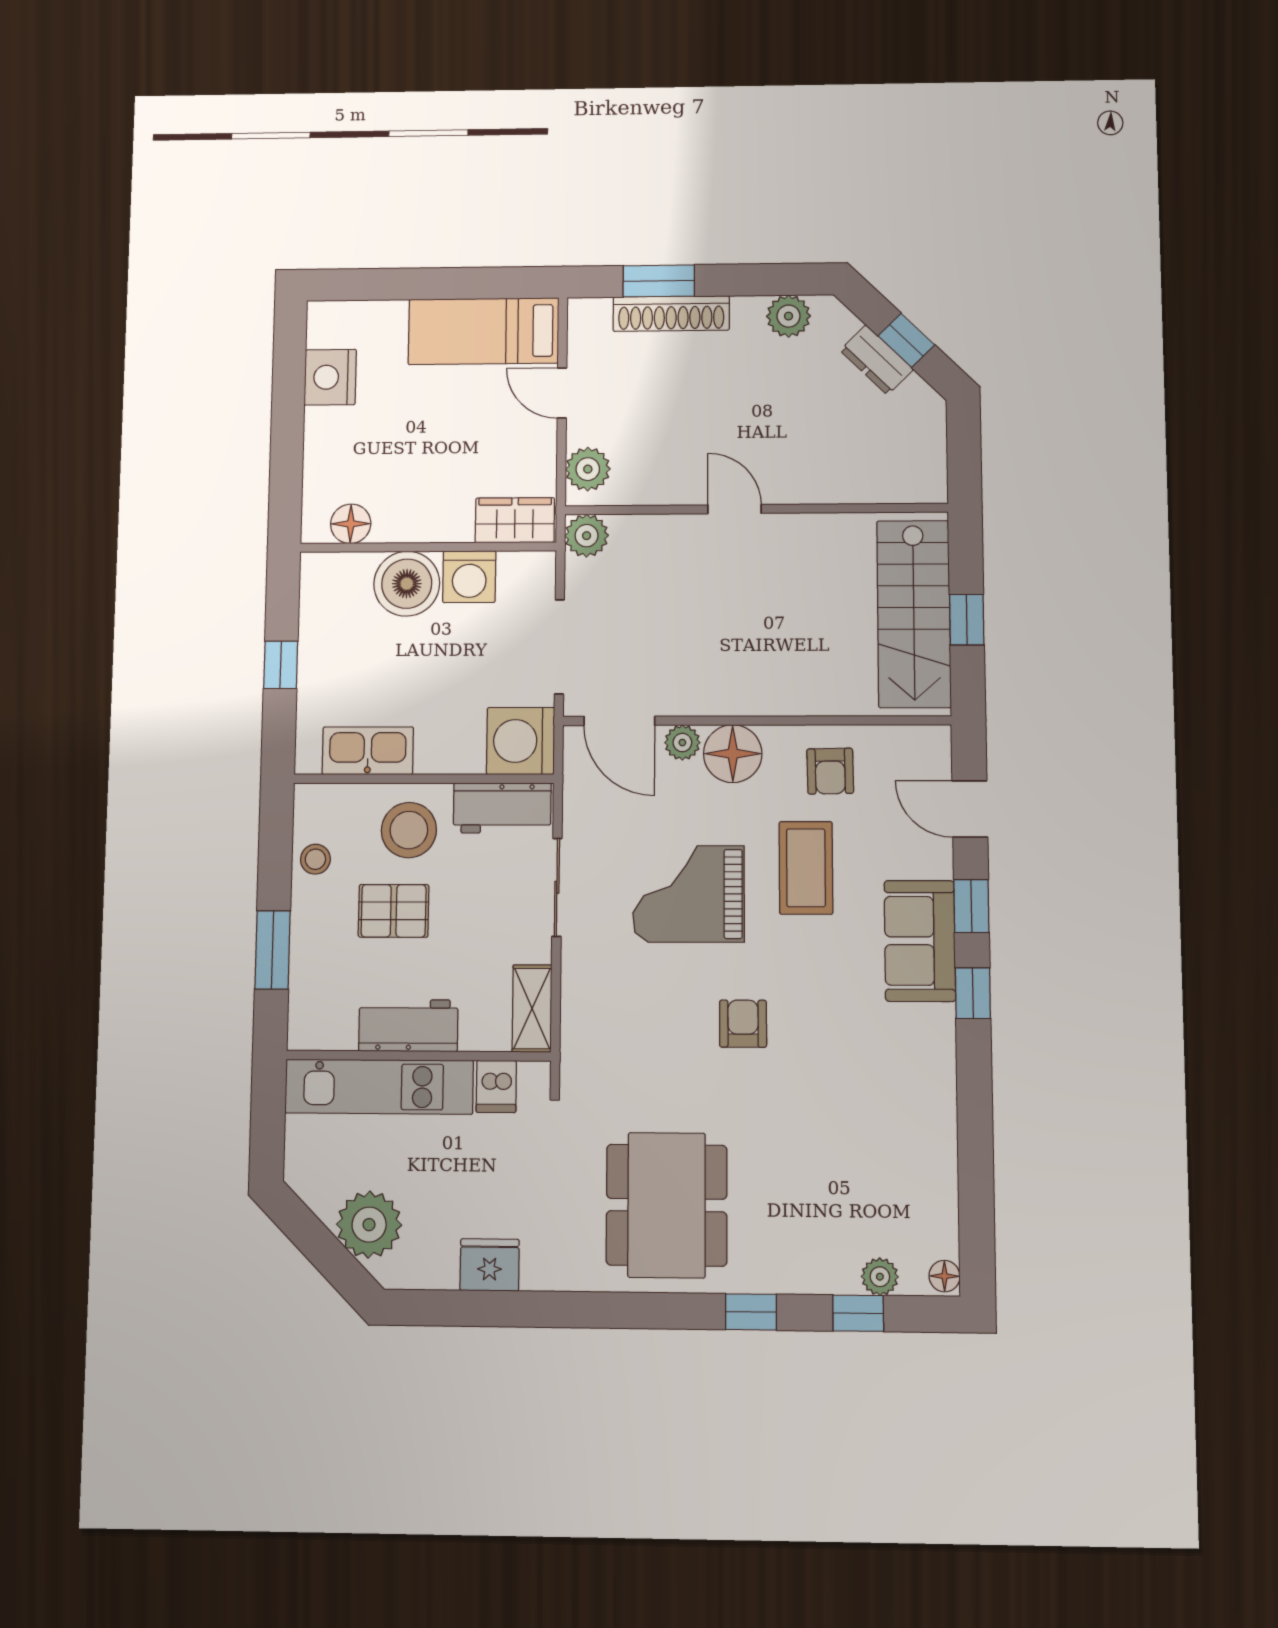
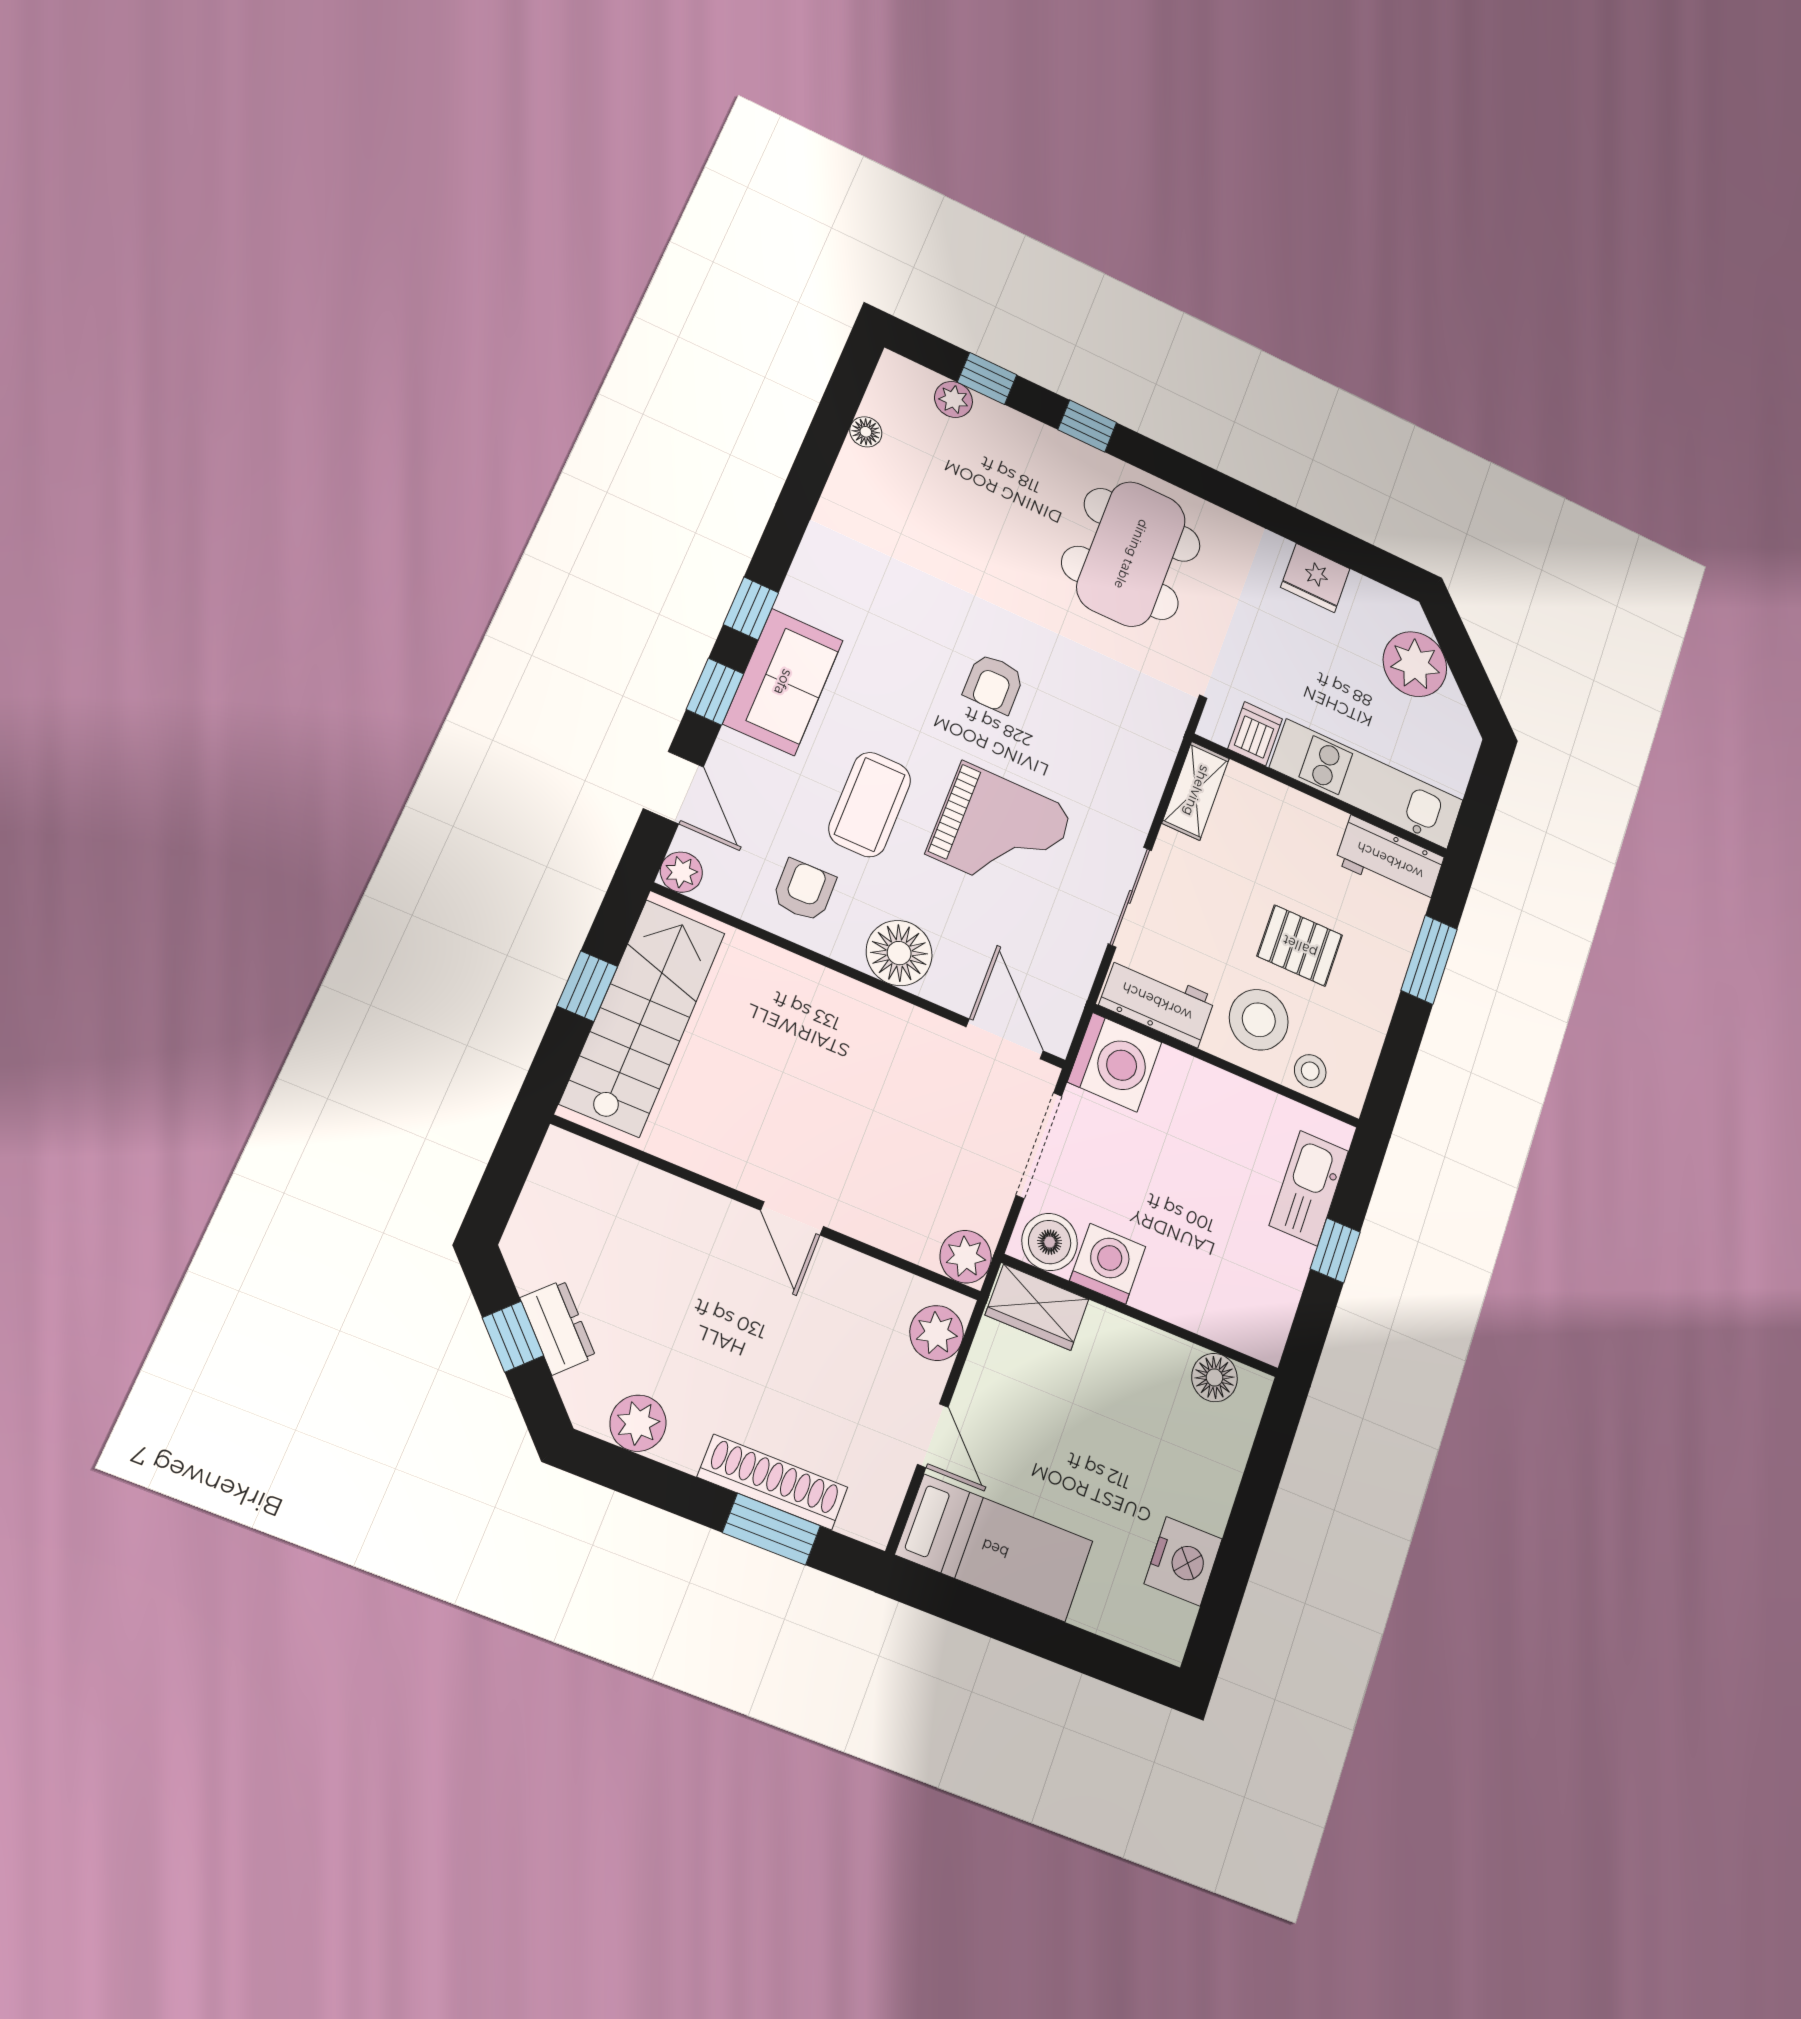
boiler: (407, 584) -> (1050, 1242), moved, width x0.73, depth x0.73
plant: (682, 743) -> (681, 872), moved
kitchen sink: (368, 751) -> (1309, 1188), moved, turned 90
stool: (315, 859) -> (1310, 1071), moved
workbench: (408, 1025) -> (1390, 860), moved
floor lamp: (944, 1276) -> (866, 432), moved

